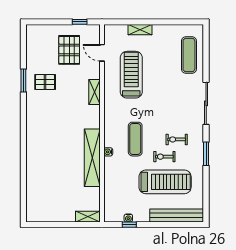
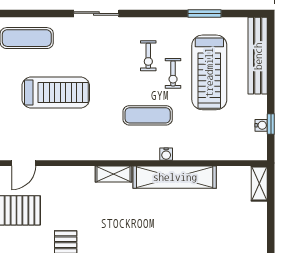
treadmill: (131, 75) -> (56, 92), moved, turned 180
shelving: (95, 92) -> (114, 174), moved
sliding door: (206, 103) -> (96, 13), width x0.73
window: (206, 154) -> (204, 13), moved
treadmill: (165, 182) -> (209, 72), turned 180

